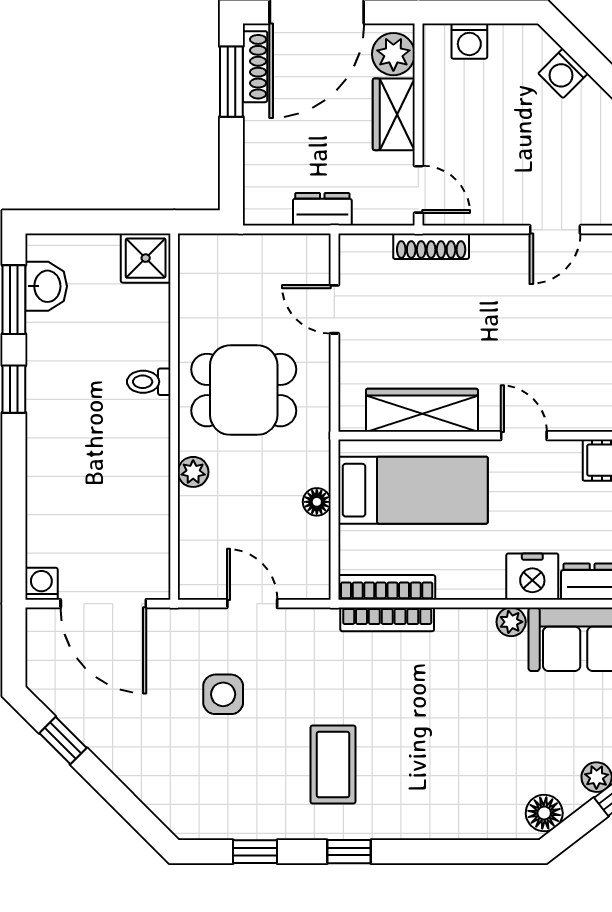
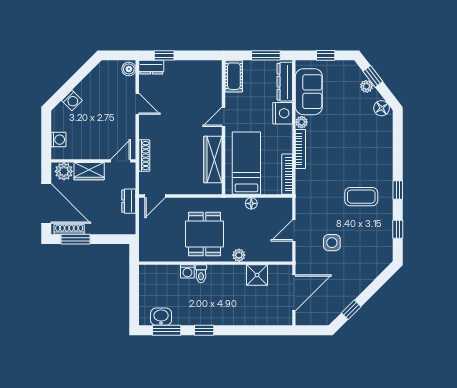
shower: (146, 258) -> (257, 275), moved
door: (334, 309) -> (155, 196), moved
washing machine: (41, 584) -> (187, 271), moved, turned -90
bookcase: (387, 619) -> (300, 149), moved

